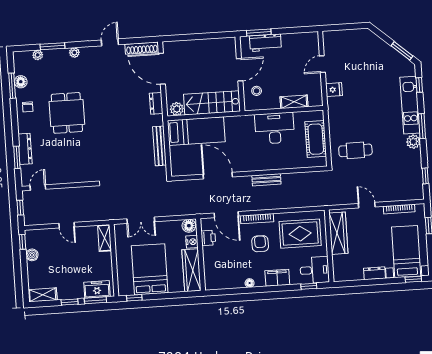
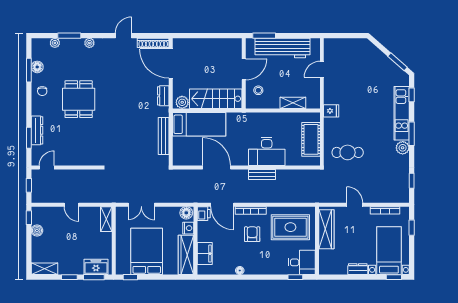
workbench: (265, 43) -> (282, 48), width x1.88, depth x1.32
fridge: (334, 90) -> (331, 111), moved
desk: (275, 128) -> (267, 151), moved, turned 180
printer: (208, 238) -> (204, 214), moved
filing cabinet: (277, 278) -> (205, 254), moved, turned 90

